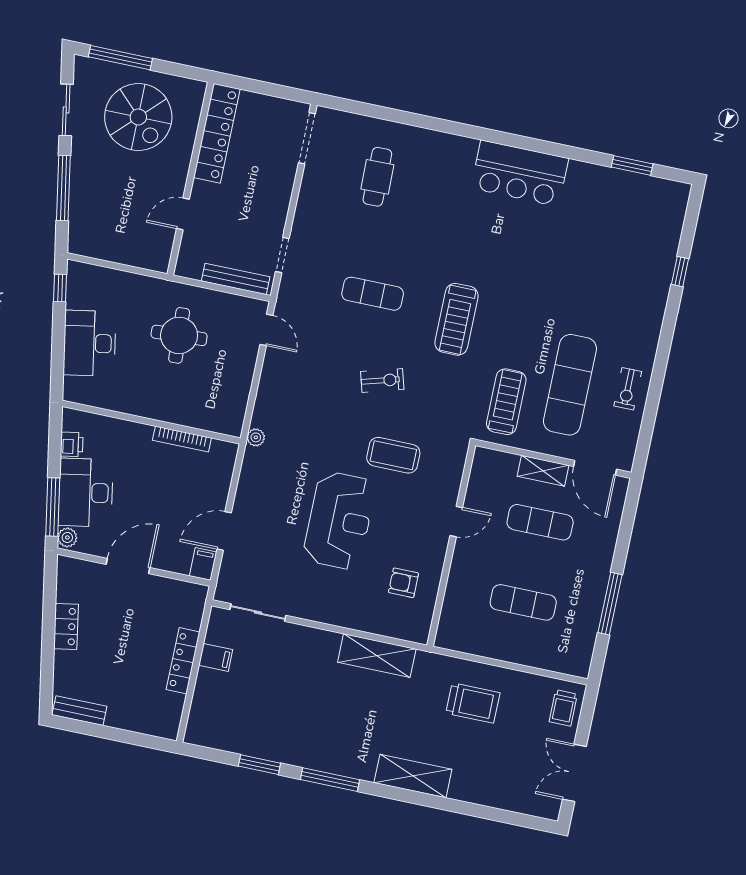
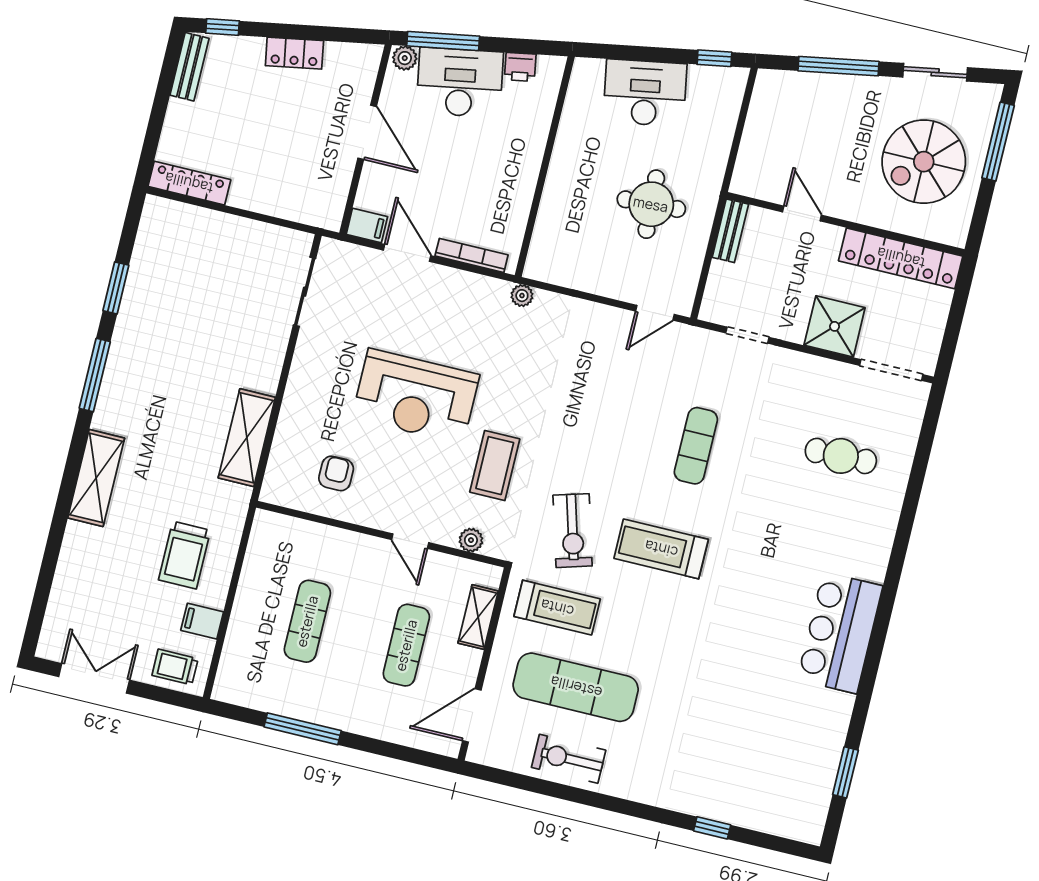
shower: (273, 185) -> (835, 326), added
bench: (236, 279) -> (730, 231), moved, width x0.73
exercise bike: (382, 380) -> (573, 531), moved, width x1.38, depth x1.39
exercise bike: (628, 389) -> (569, 759), width x1.38, depth x1.39
bookcase: (182, 439) -> (472, 255), moved, turned 90
shelving: (543, 471) -> (478, 617), moved
plant: (454, 473) -> (471, 540), added
filing cabinet: (216, 657) -> (202, 621), moved, turned 90
locker: (183, 661) -> (189, 183), moved
window: (47, 685) -> (222, 27), added

